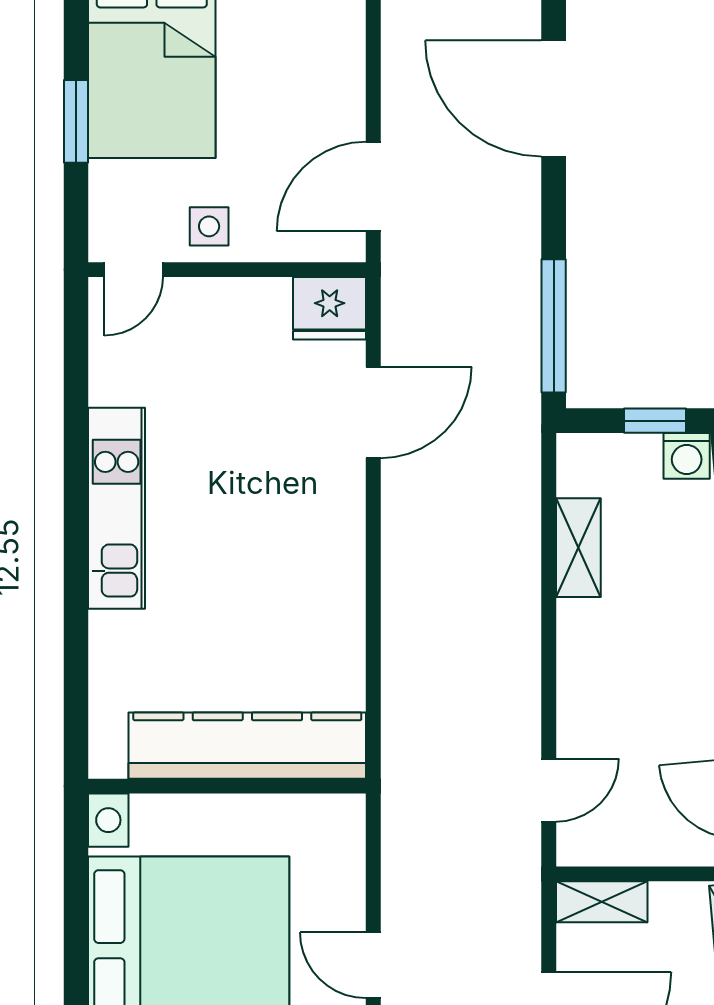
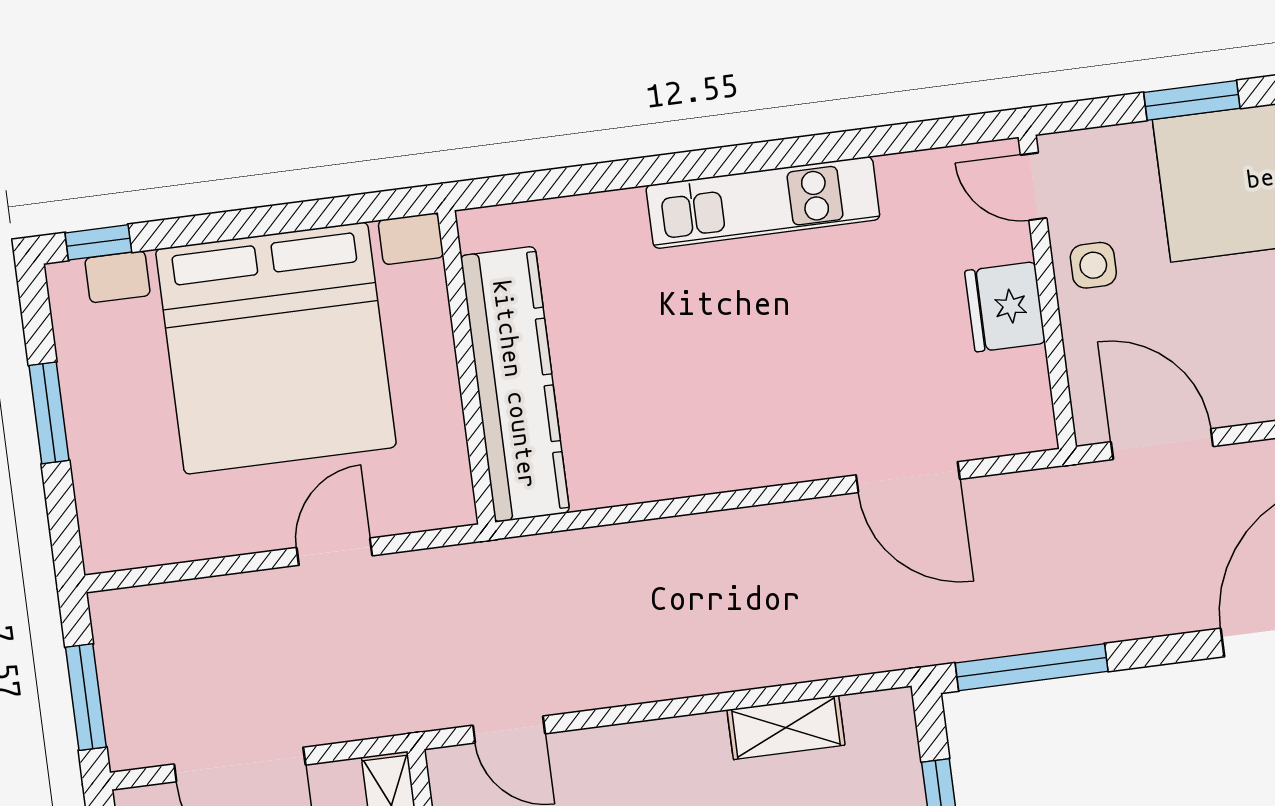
fridge: (330, 308) -> (1005, 307), moved
door: (373, 965) -> (334, 552), moved

